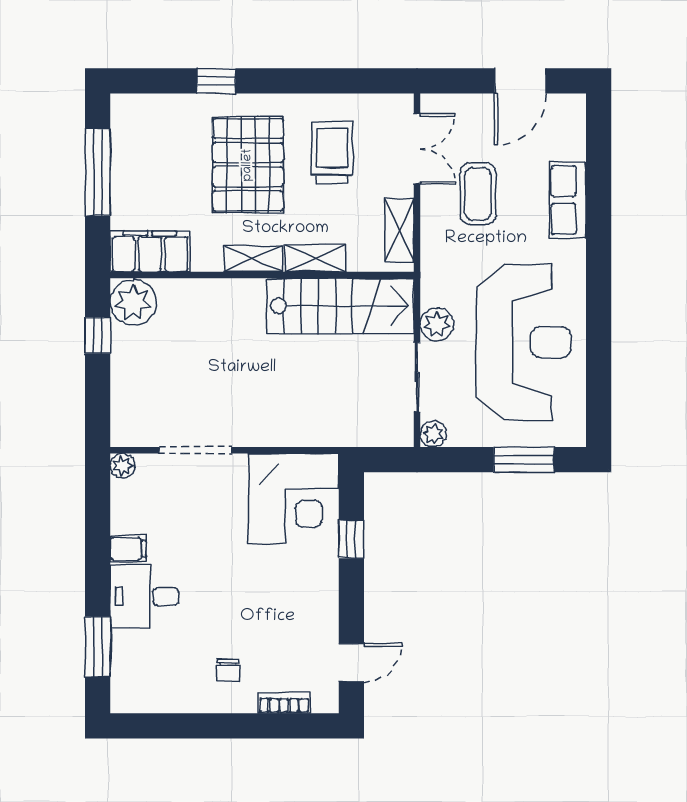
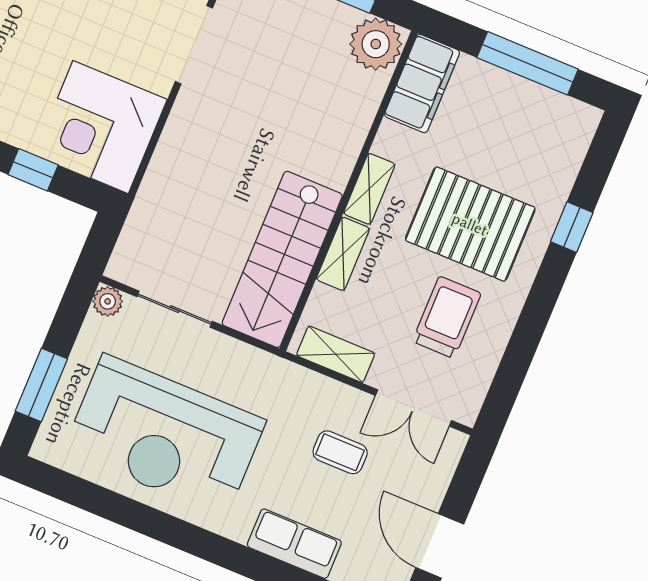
trolley: (332, 152) -> (447, 317), turned -90
coffee table: (478, 194) -> (340, 452), width x0.73, depth x0.77
plant: (437, 324) -> (221, 353), removed

